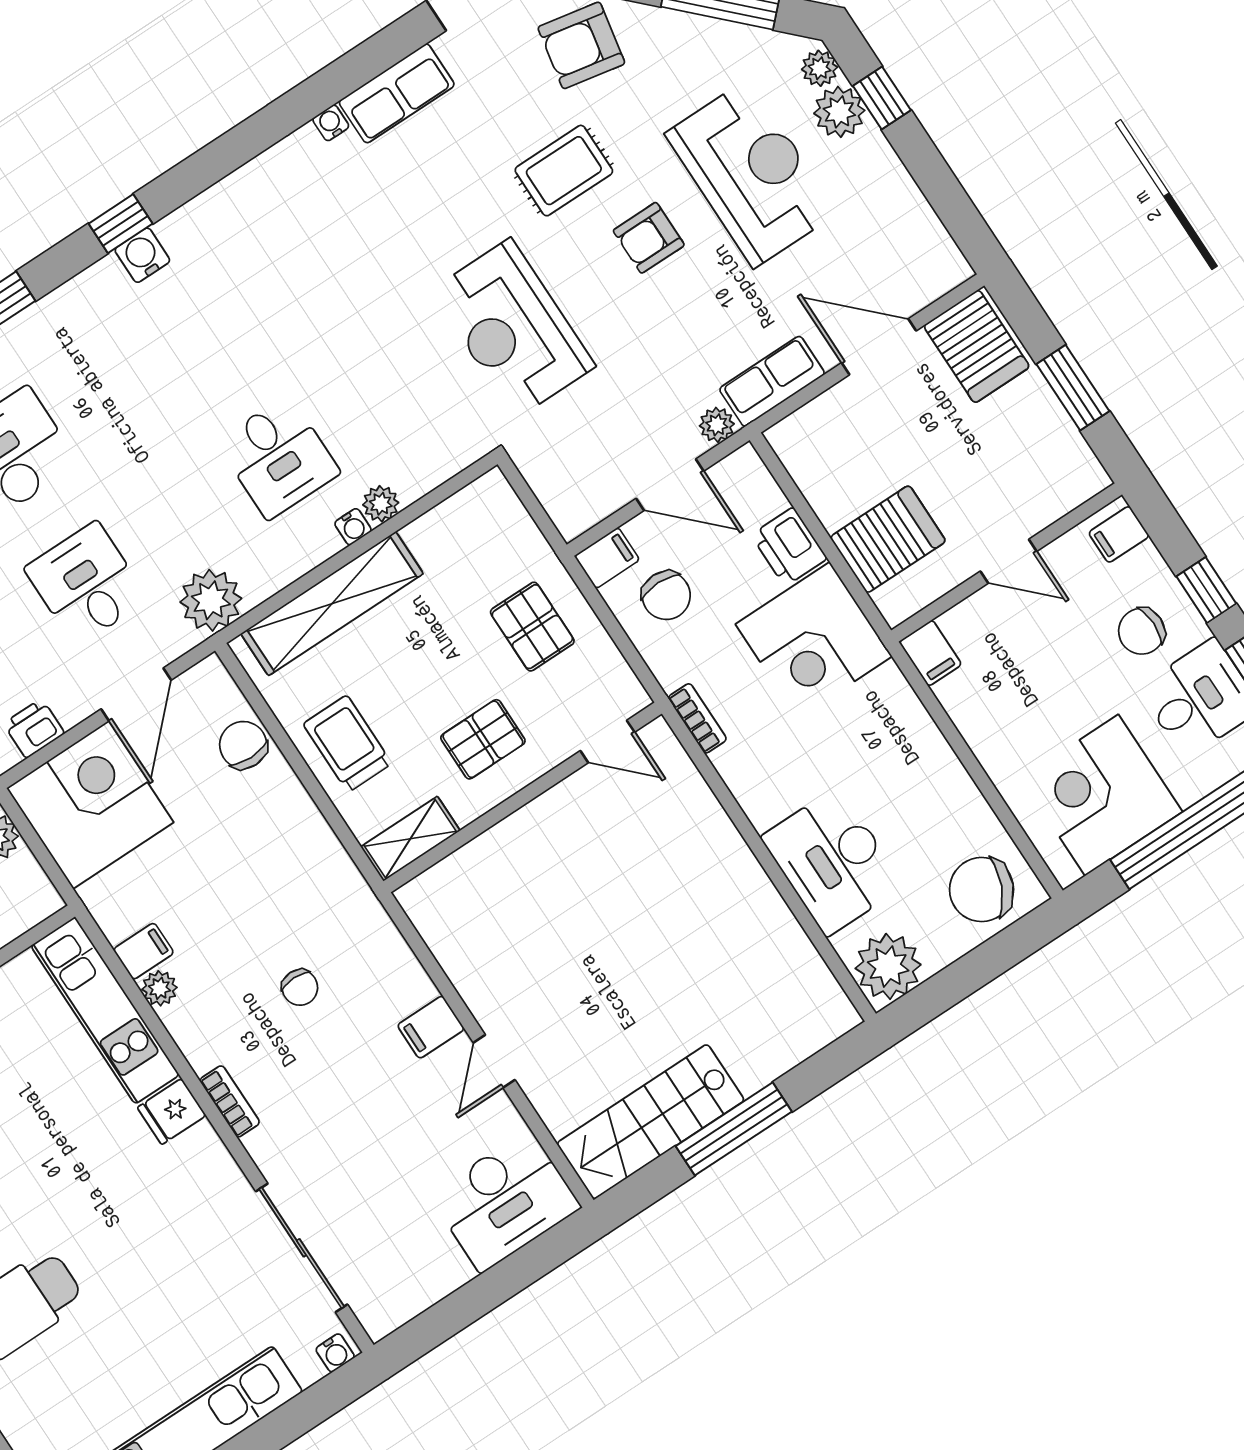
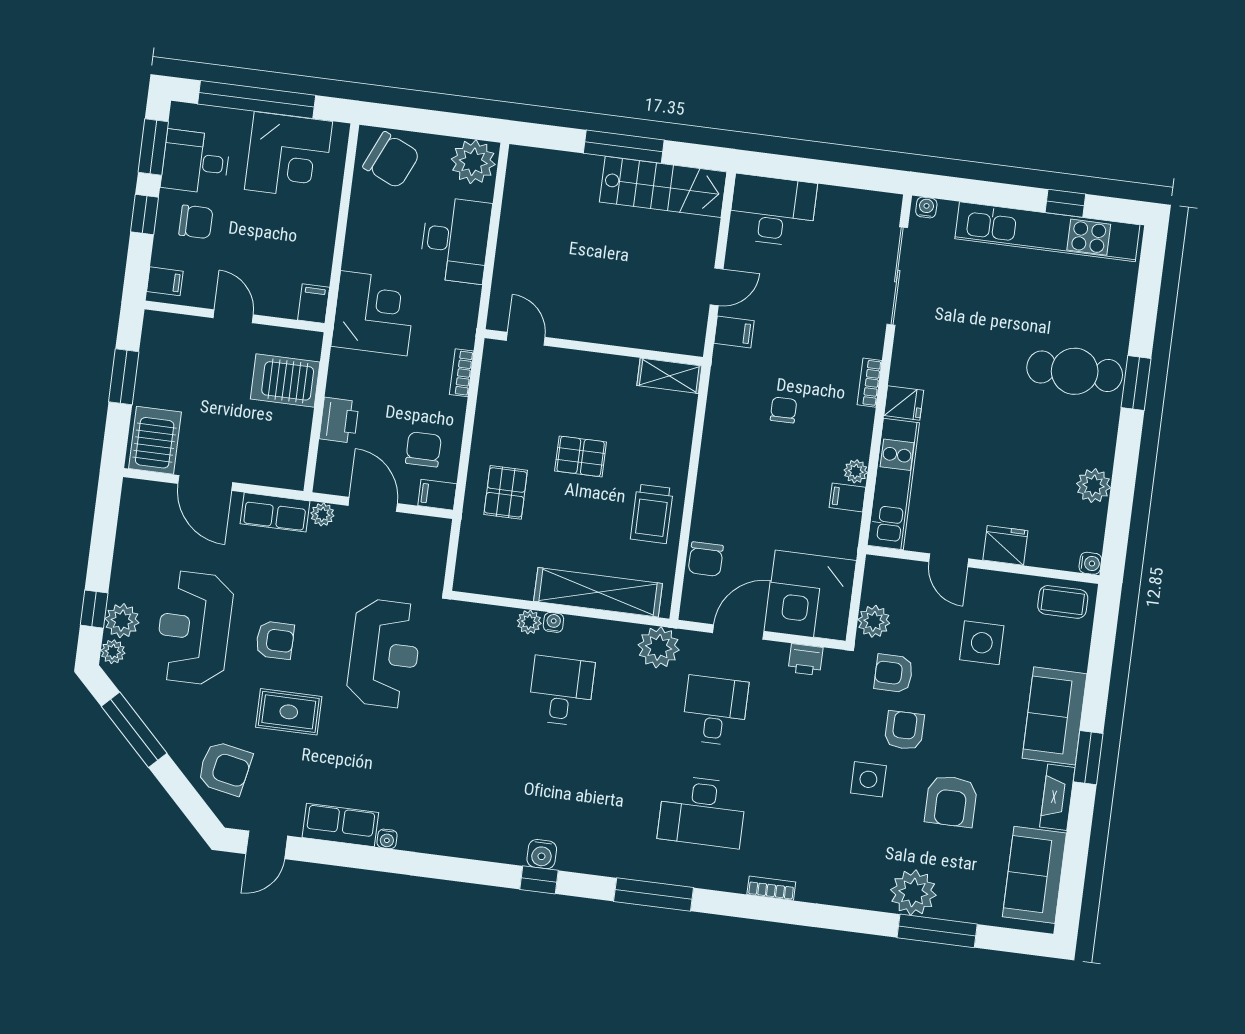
desk: (86, 584) -> (715, 711), turned 180
corner desk: (814, 640) -> (374, 313), moved
door: (607, 741) -> (526, 339), moved
wall: (523, 797) -> (594, 347), moved
shelving: (410, 839) -> (669, 376), moved

